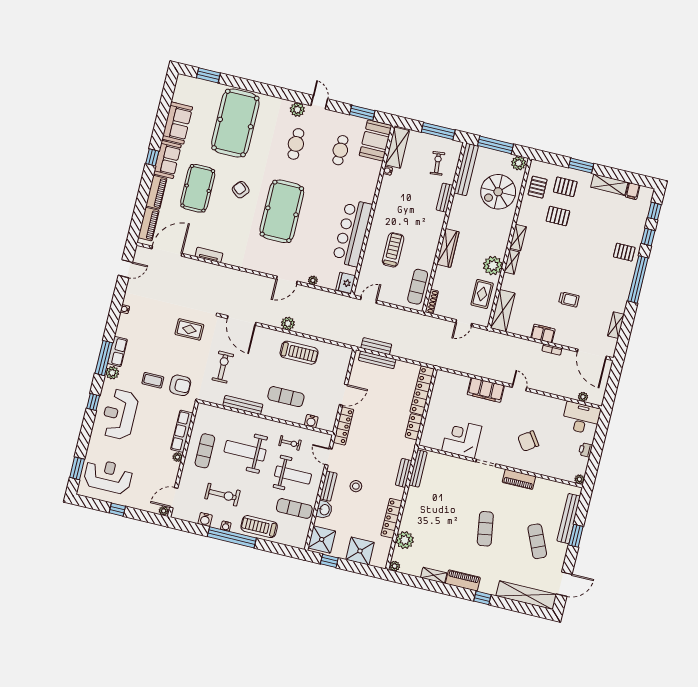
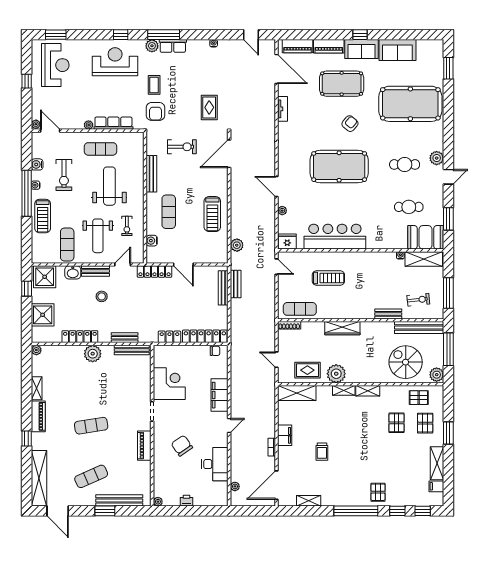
plant: (288, 323) -> (237, 245), moved
chair: (440, 384) -> (215, 351), added
desk: (581, 418) -> (215, 464), moved
treadmill: (259, 527) -> (43, 216), turned 180
plant: (405, 540) -> (93, 354), moved

